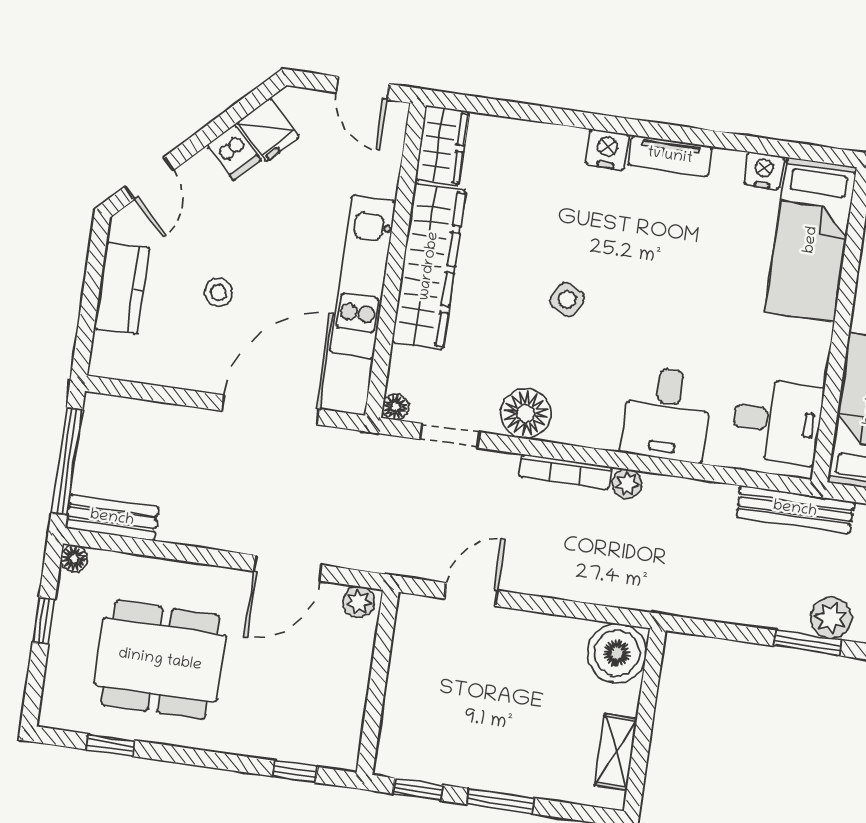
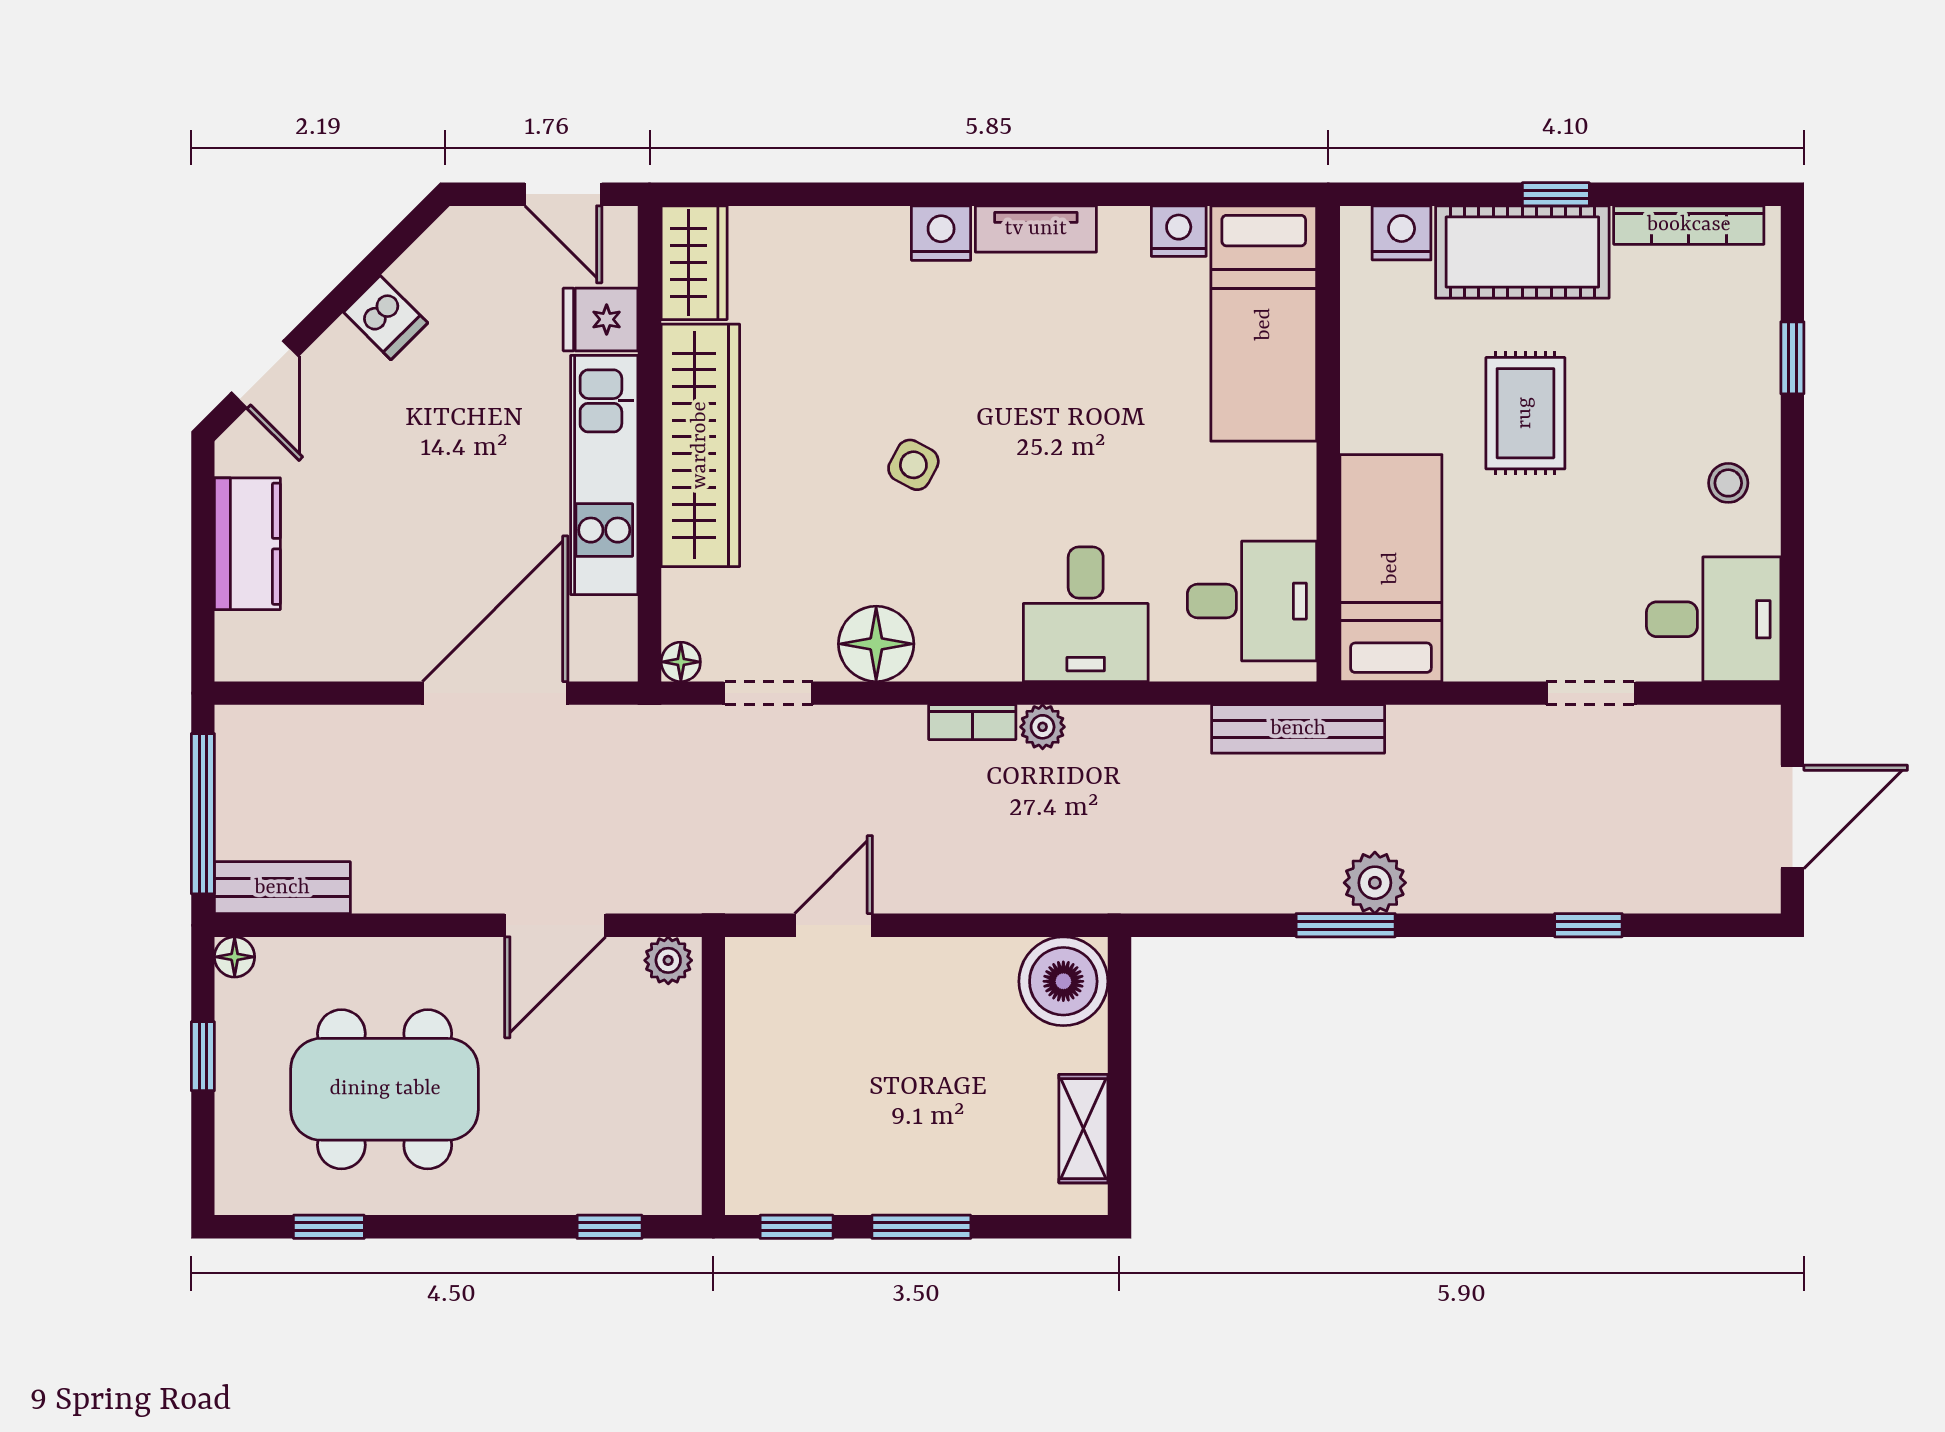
fridge: (268, 130) -> (601, 319), moved, turned 135
stool: (218, 293) -> (392, 530), removed
bookcase: (565, 472) -> (972, 722), width x0.64

